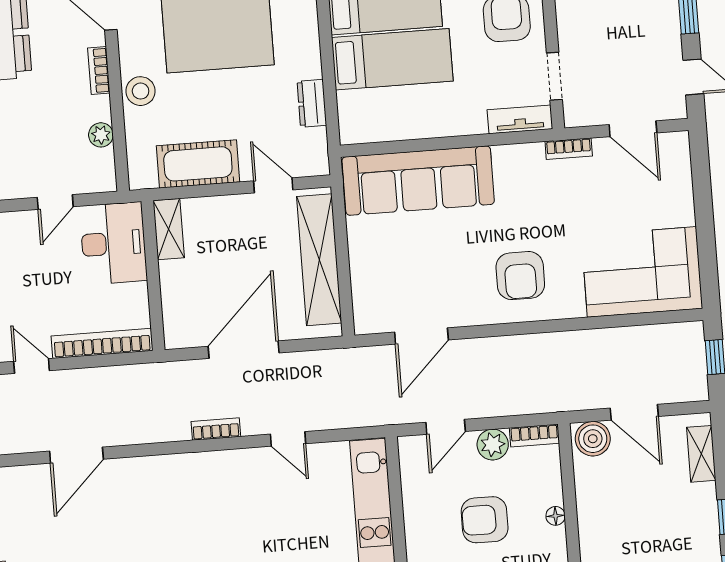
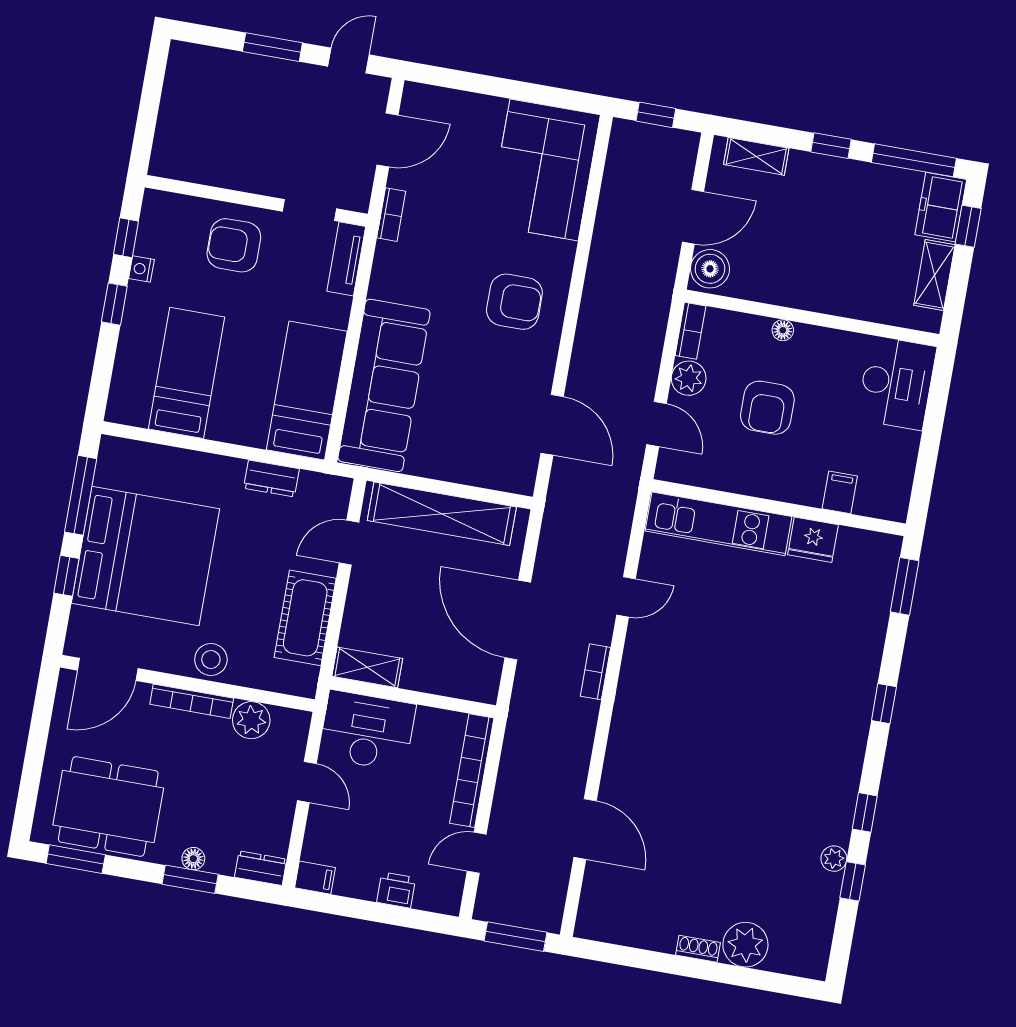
bed: (392, 59) -> (307, 390), moved
bookcase: (99, 71) -> (192, 701), width x1.56
plant: (101, 135) -> (251, 720), width x1.38, depth x1.38

